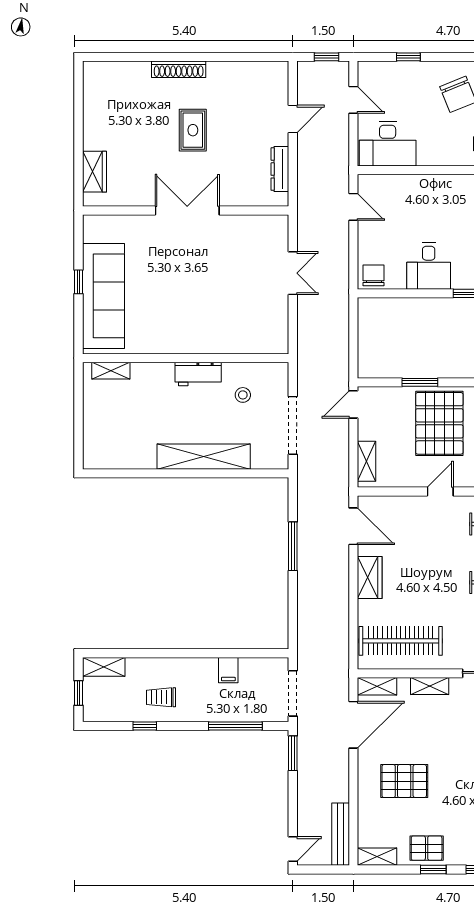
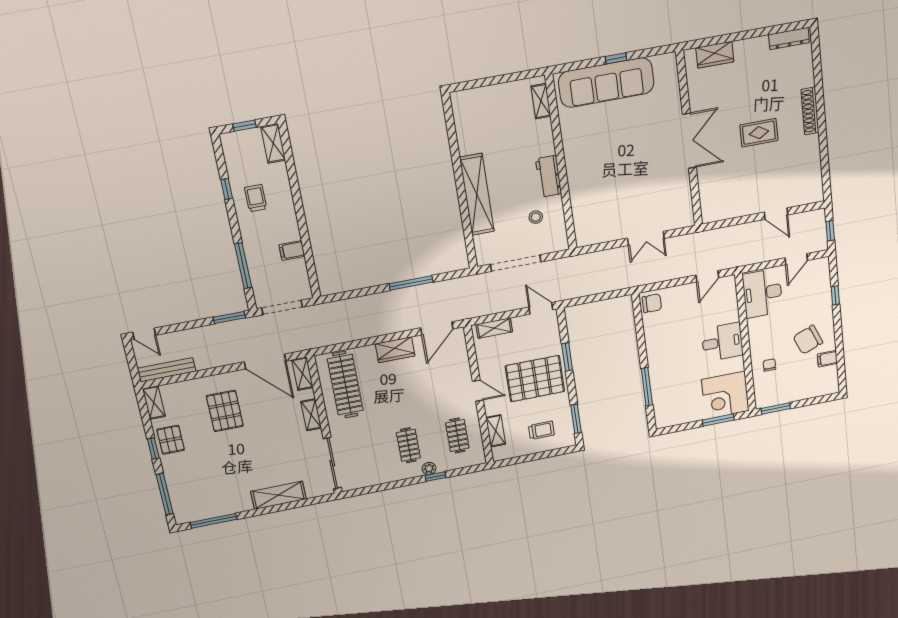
dresser: (280, 169) -> (789, 39), moved, turned 180
desk: (429, 266) -> (722, 342), moved, turned 180

